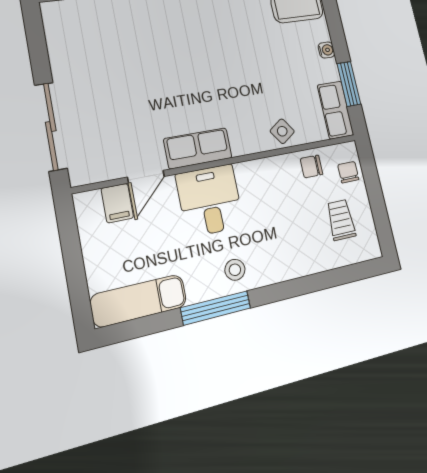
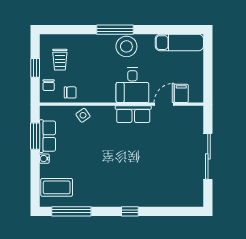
row of seats: (336, 110) -> (47, 136), moved
sliding door: (51, 126) -> (208, 156), moved
window: (376, 197) -> (35, 68), added
stool: (235, 270) -> (126, 46), width x1.89, depth x1.89
window: (216, 308) -> (115, 30), moved

